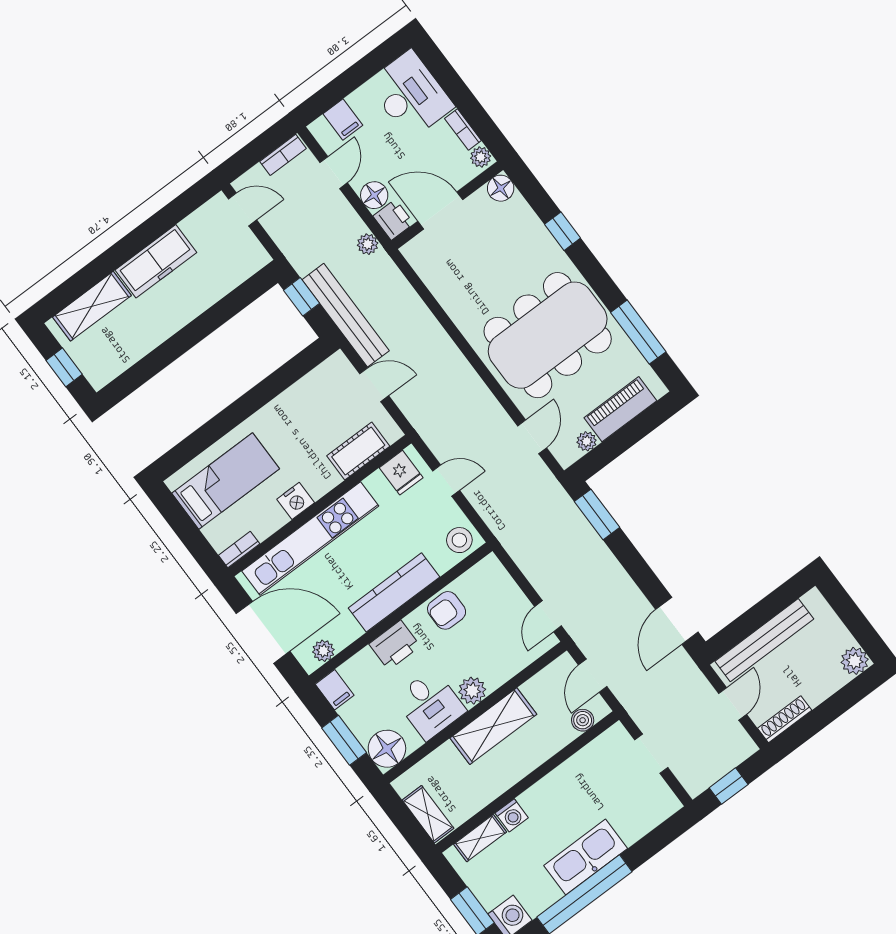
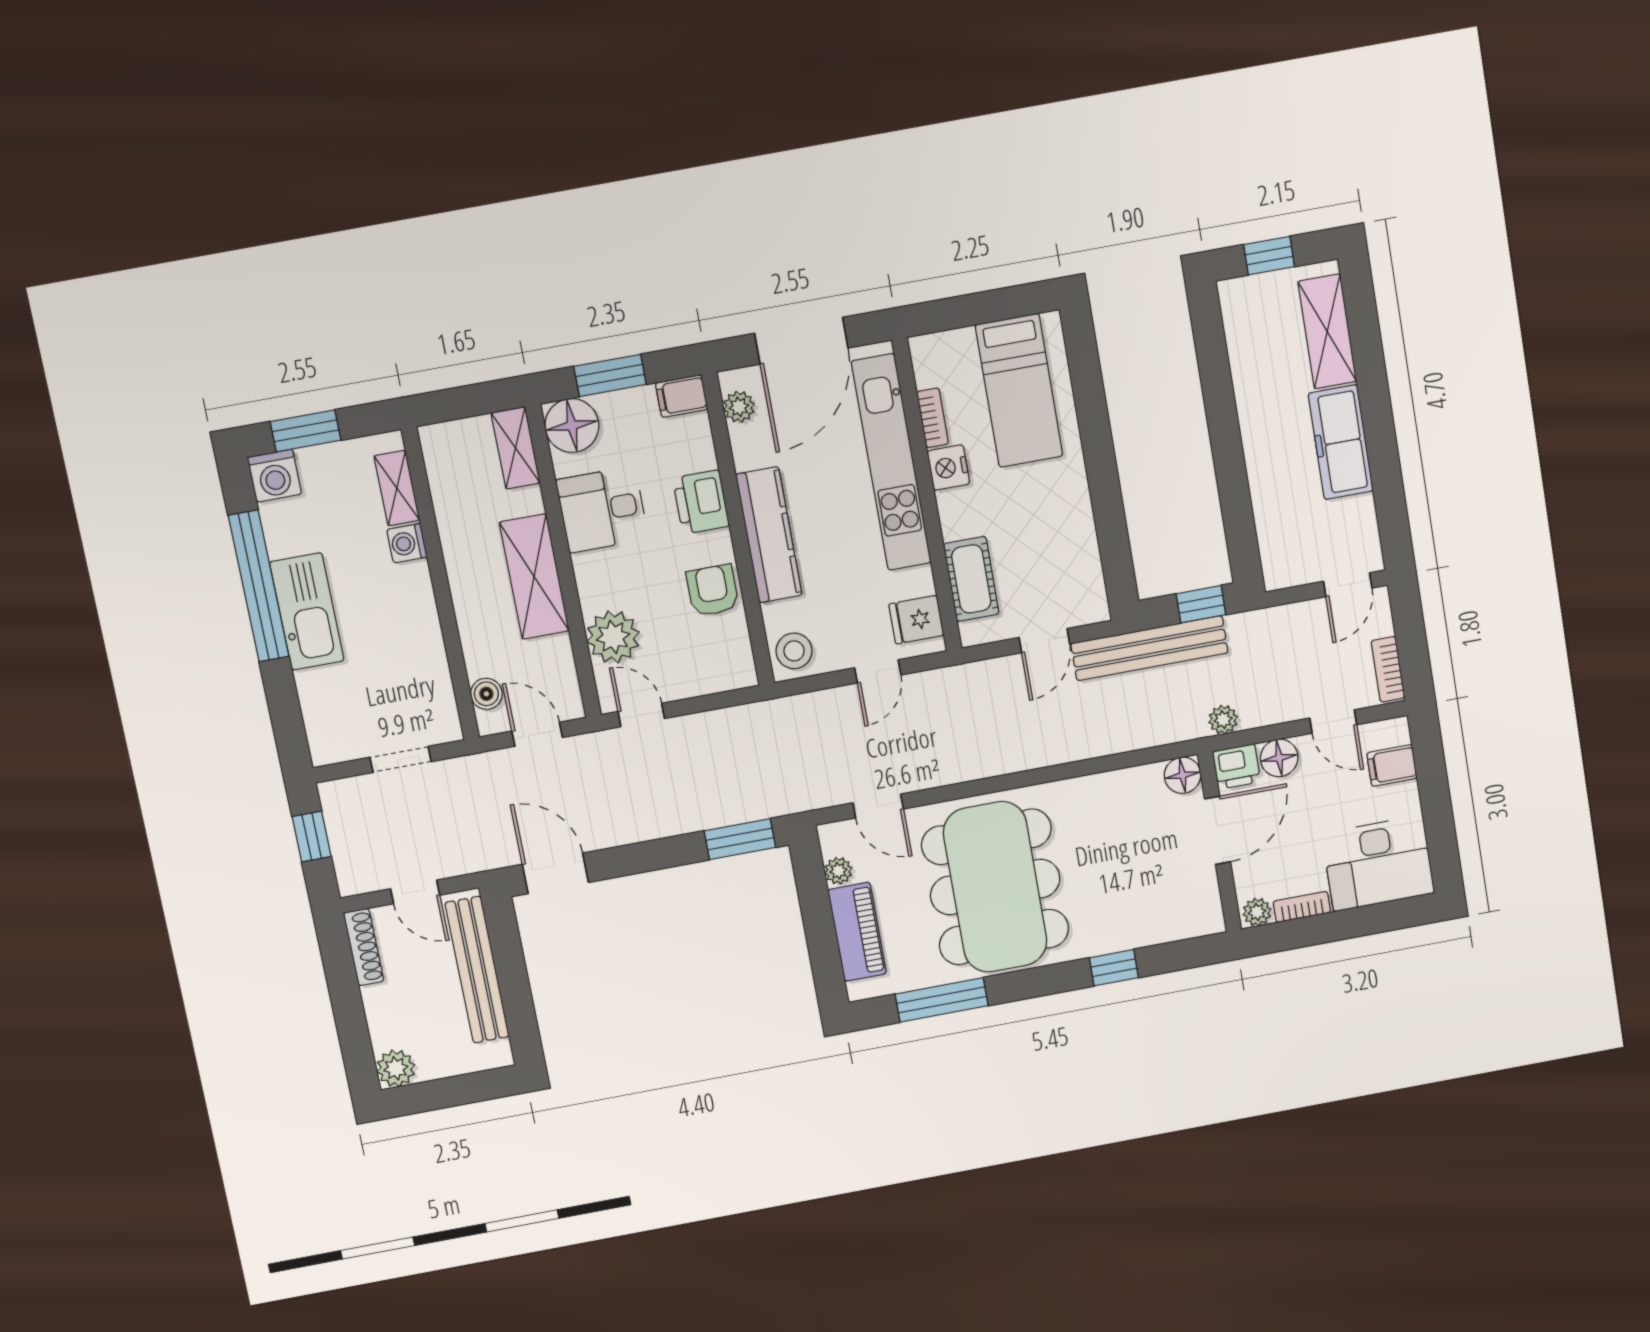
floor lamp: (501, 188) -> (1183, 775), moved
bookcase: (239, 550) -> (933, 418), moved
plant: (472, 691) -> (613, 637), moved, width x1.36, depth x1.36
shelving: (428, 814) -> (516, 448), moved, turned 90

